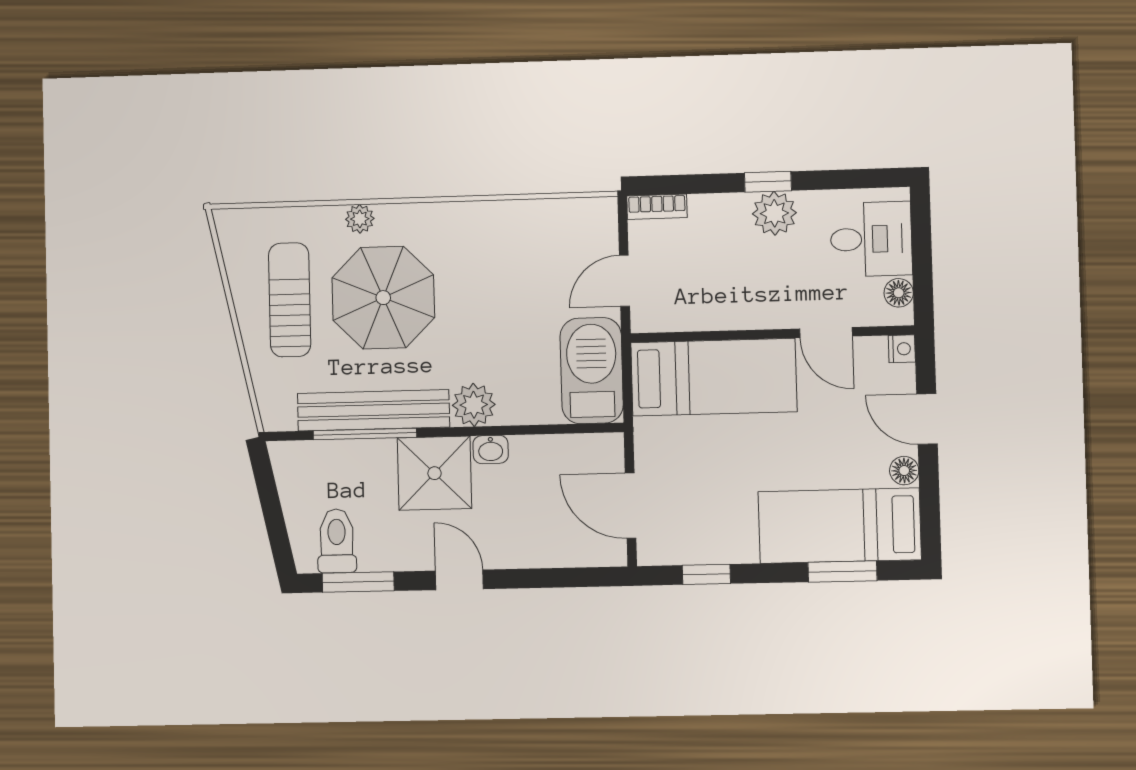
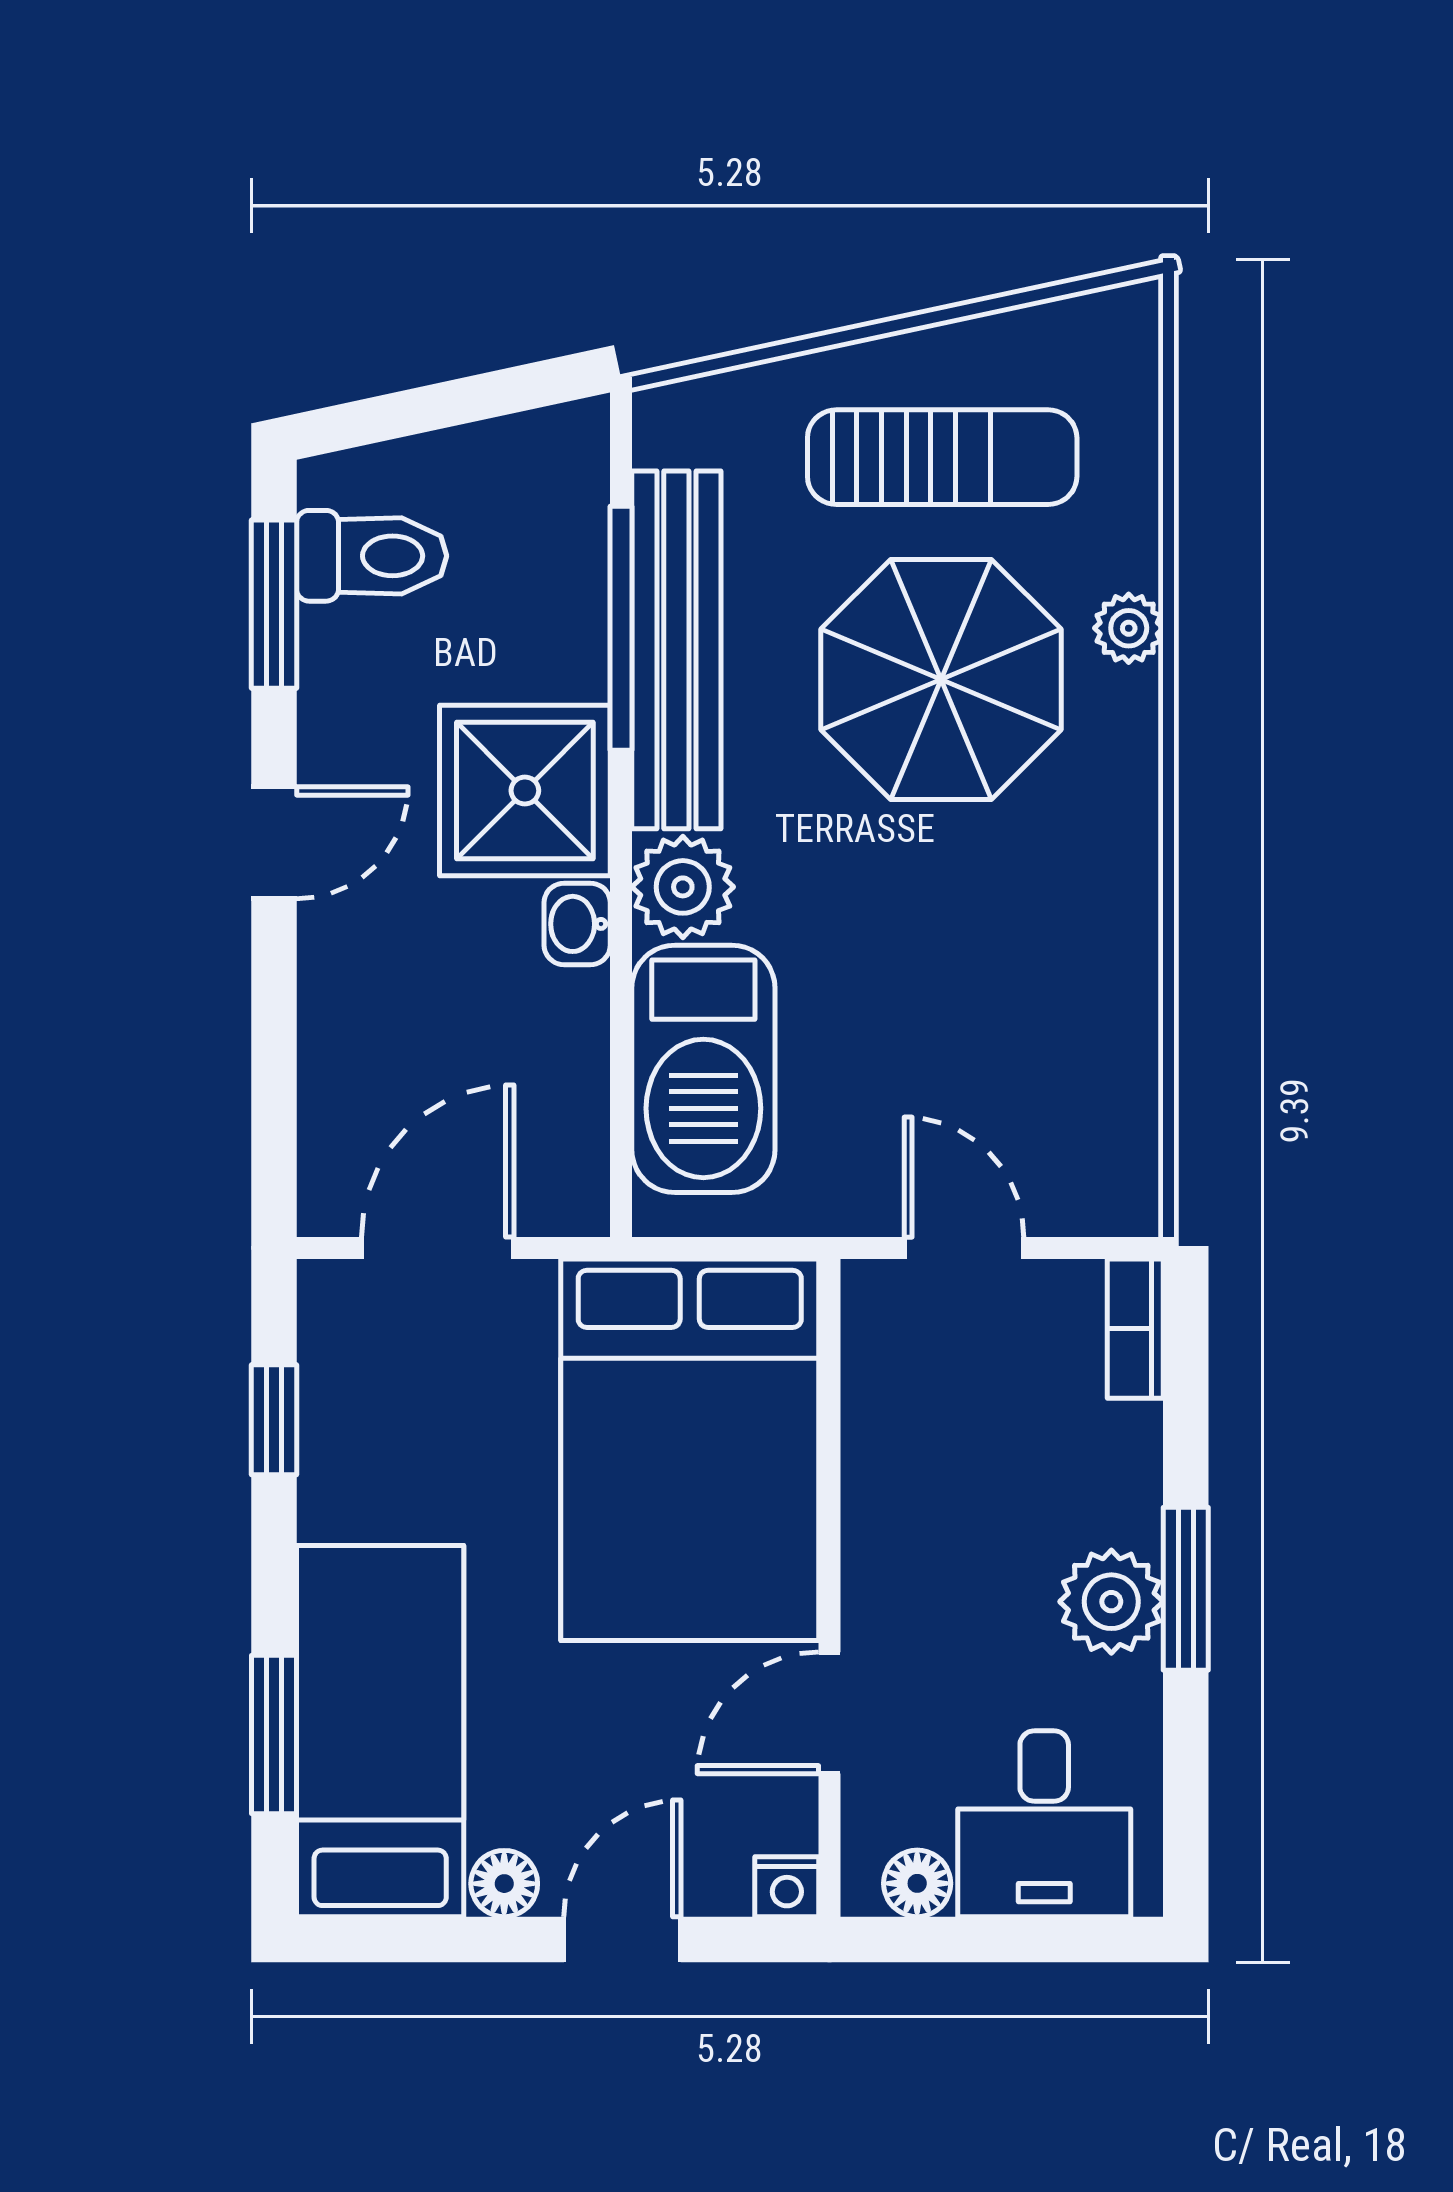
window: (768, 182) -> (1186, 1589), width x1.50
barbecue: (592, 371) -> (703, 1069), moved, turned 90
bed: (714, 377) -> (690, 1450), width x1.50

